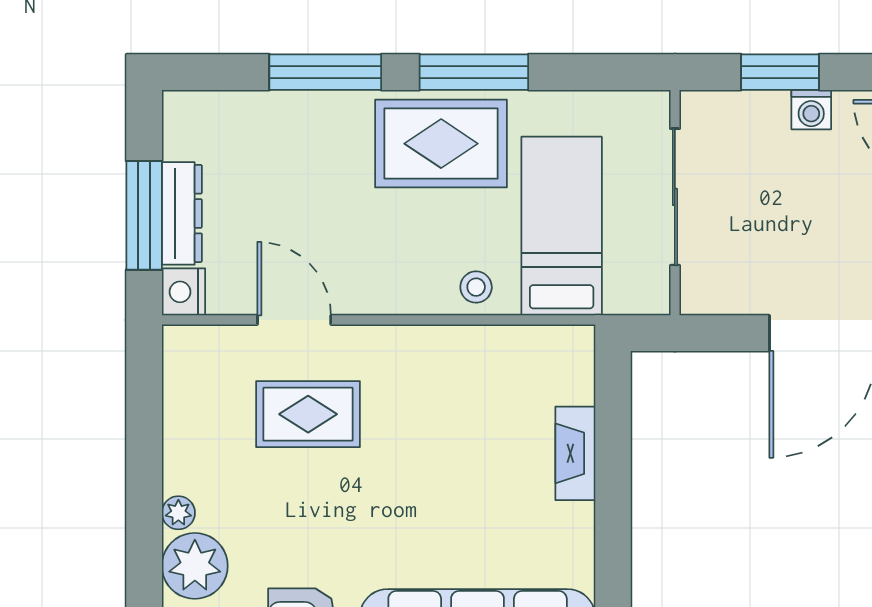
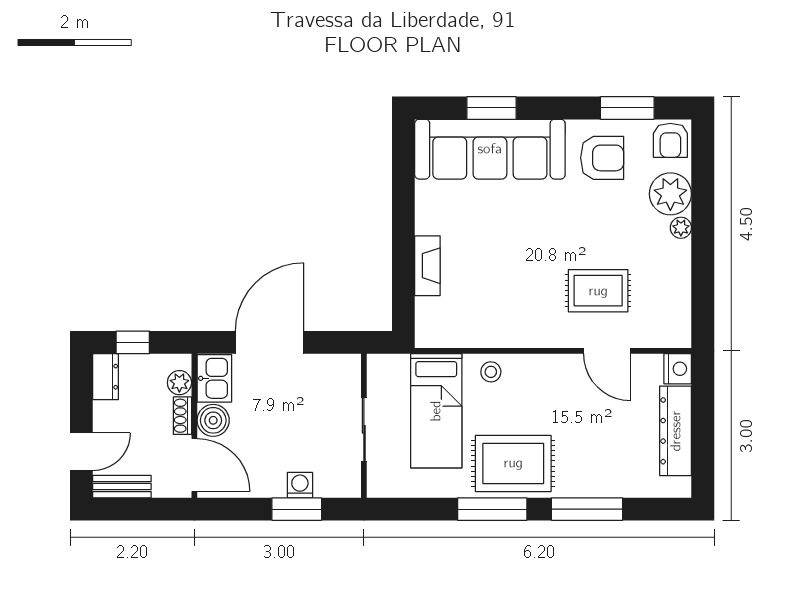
washing machine: (811, 110) -> (300, 485), moved
sliding door: (675, 197) -> (364, 429), width x0.73
dresser: (182, 213) -> (676, 431), width x1.37, depth x1.24
window: (144, 215) -> (703, 418), removed

